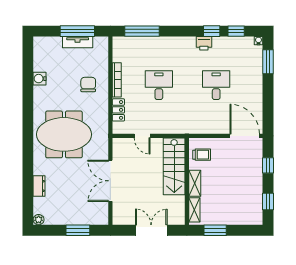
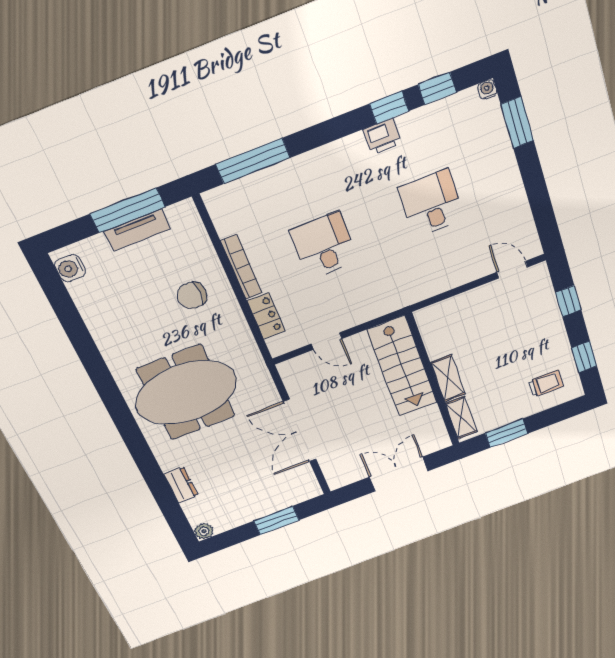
water cooler: (40, 79) -> (70, 268), moved
chair: (88, 84) -> (192, 296), turned -90
door: (245, 136) -> (512, 270), width x0.53
trolley: (202, 155) -> (546, 384), moved

